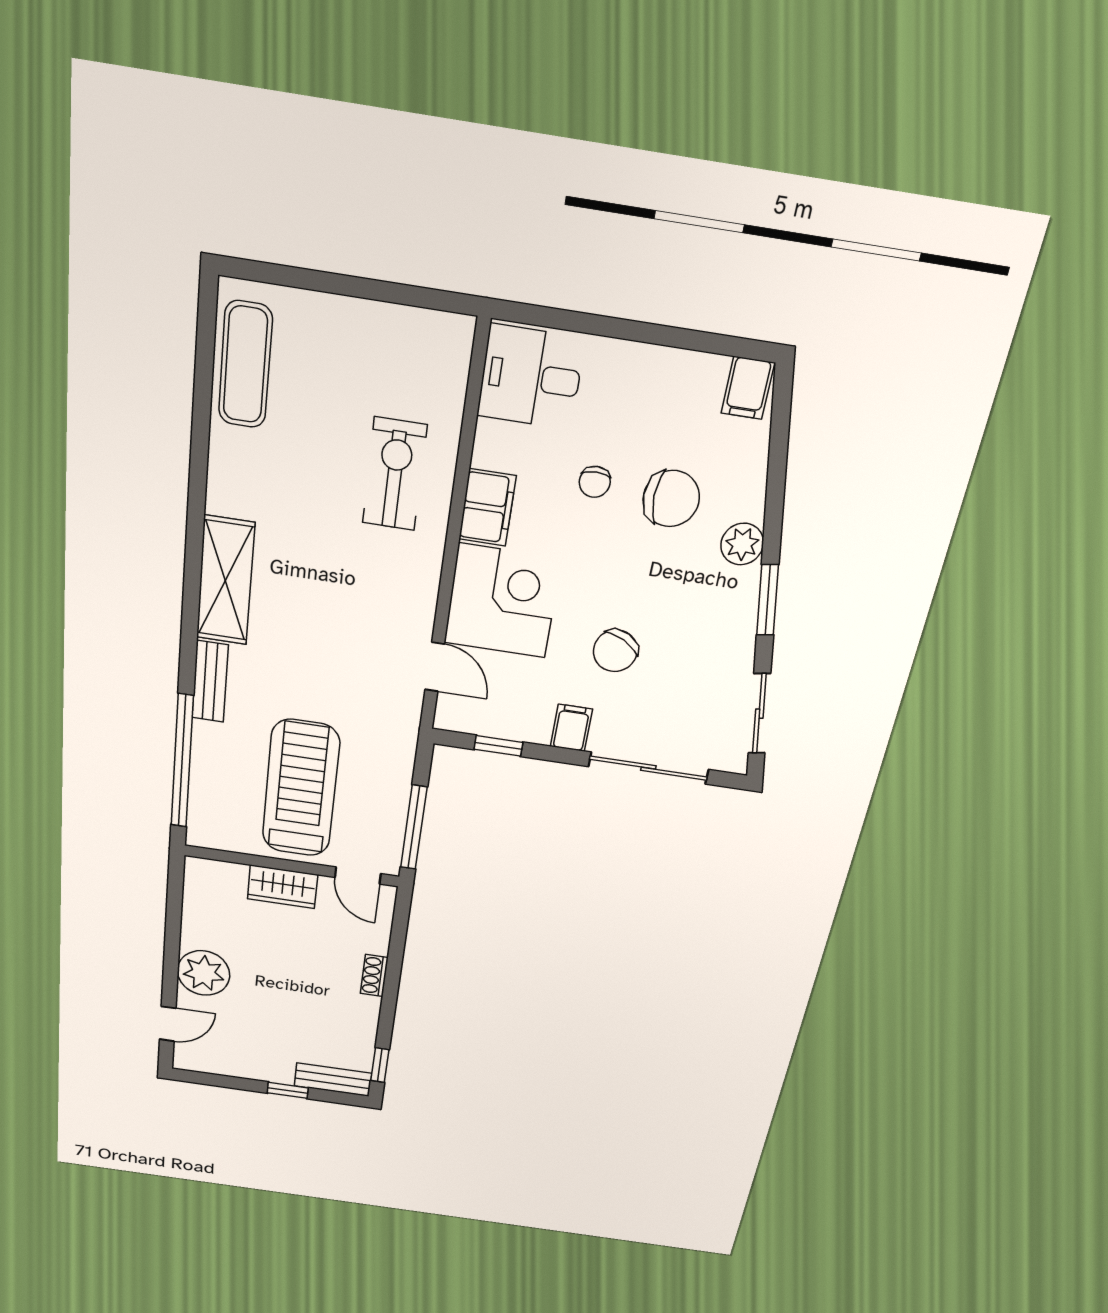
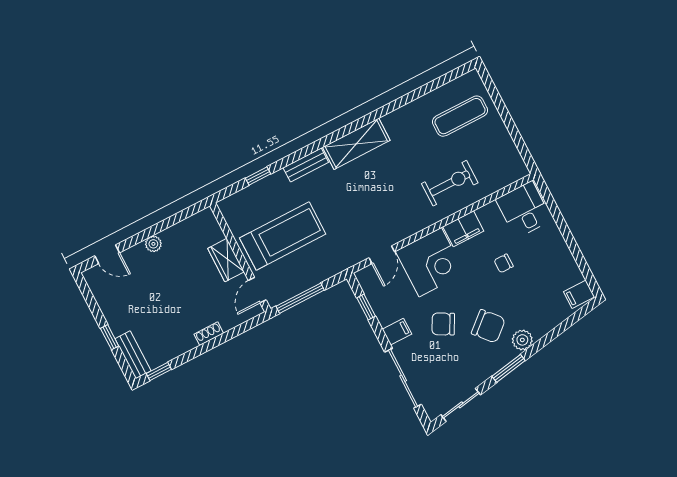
exercise mat: (245, 365) -> (460, 116), moved
chair: (671, 499) -> (488, 326), moved, turned -41
window: (182, 761) -> (258, 176), width x0.32
plant: (204, 973) -> (153, 244), width x0.53, depth x0.53

